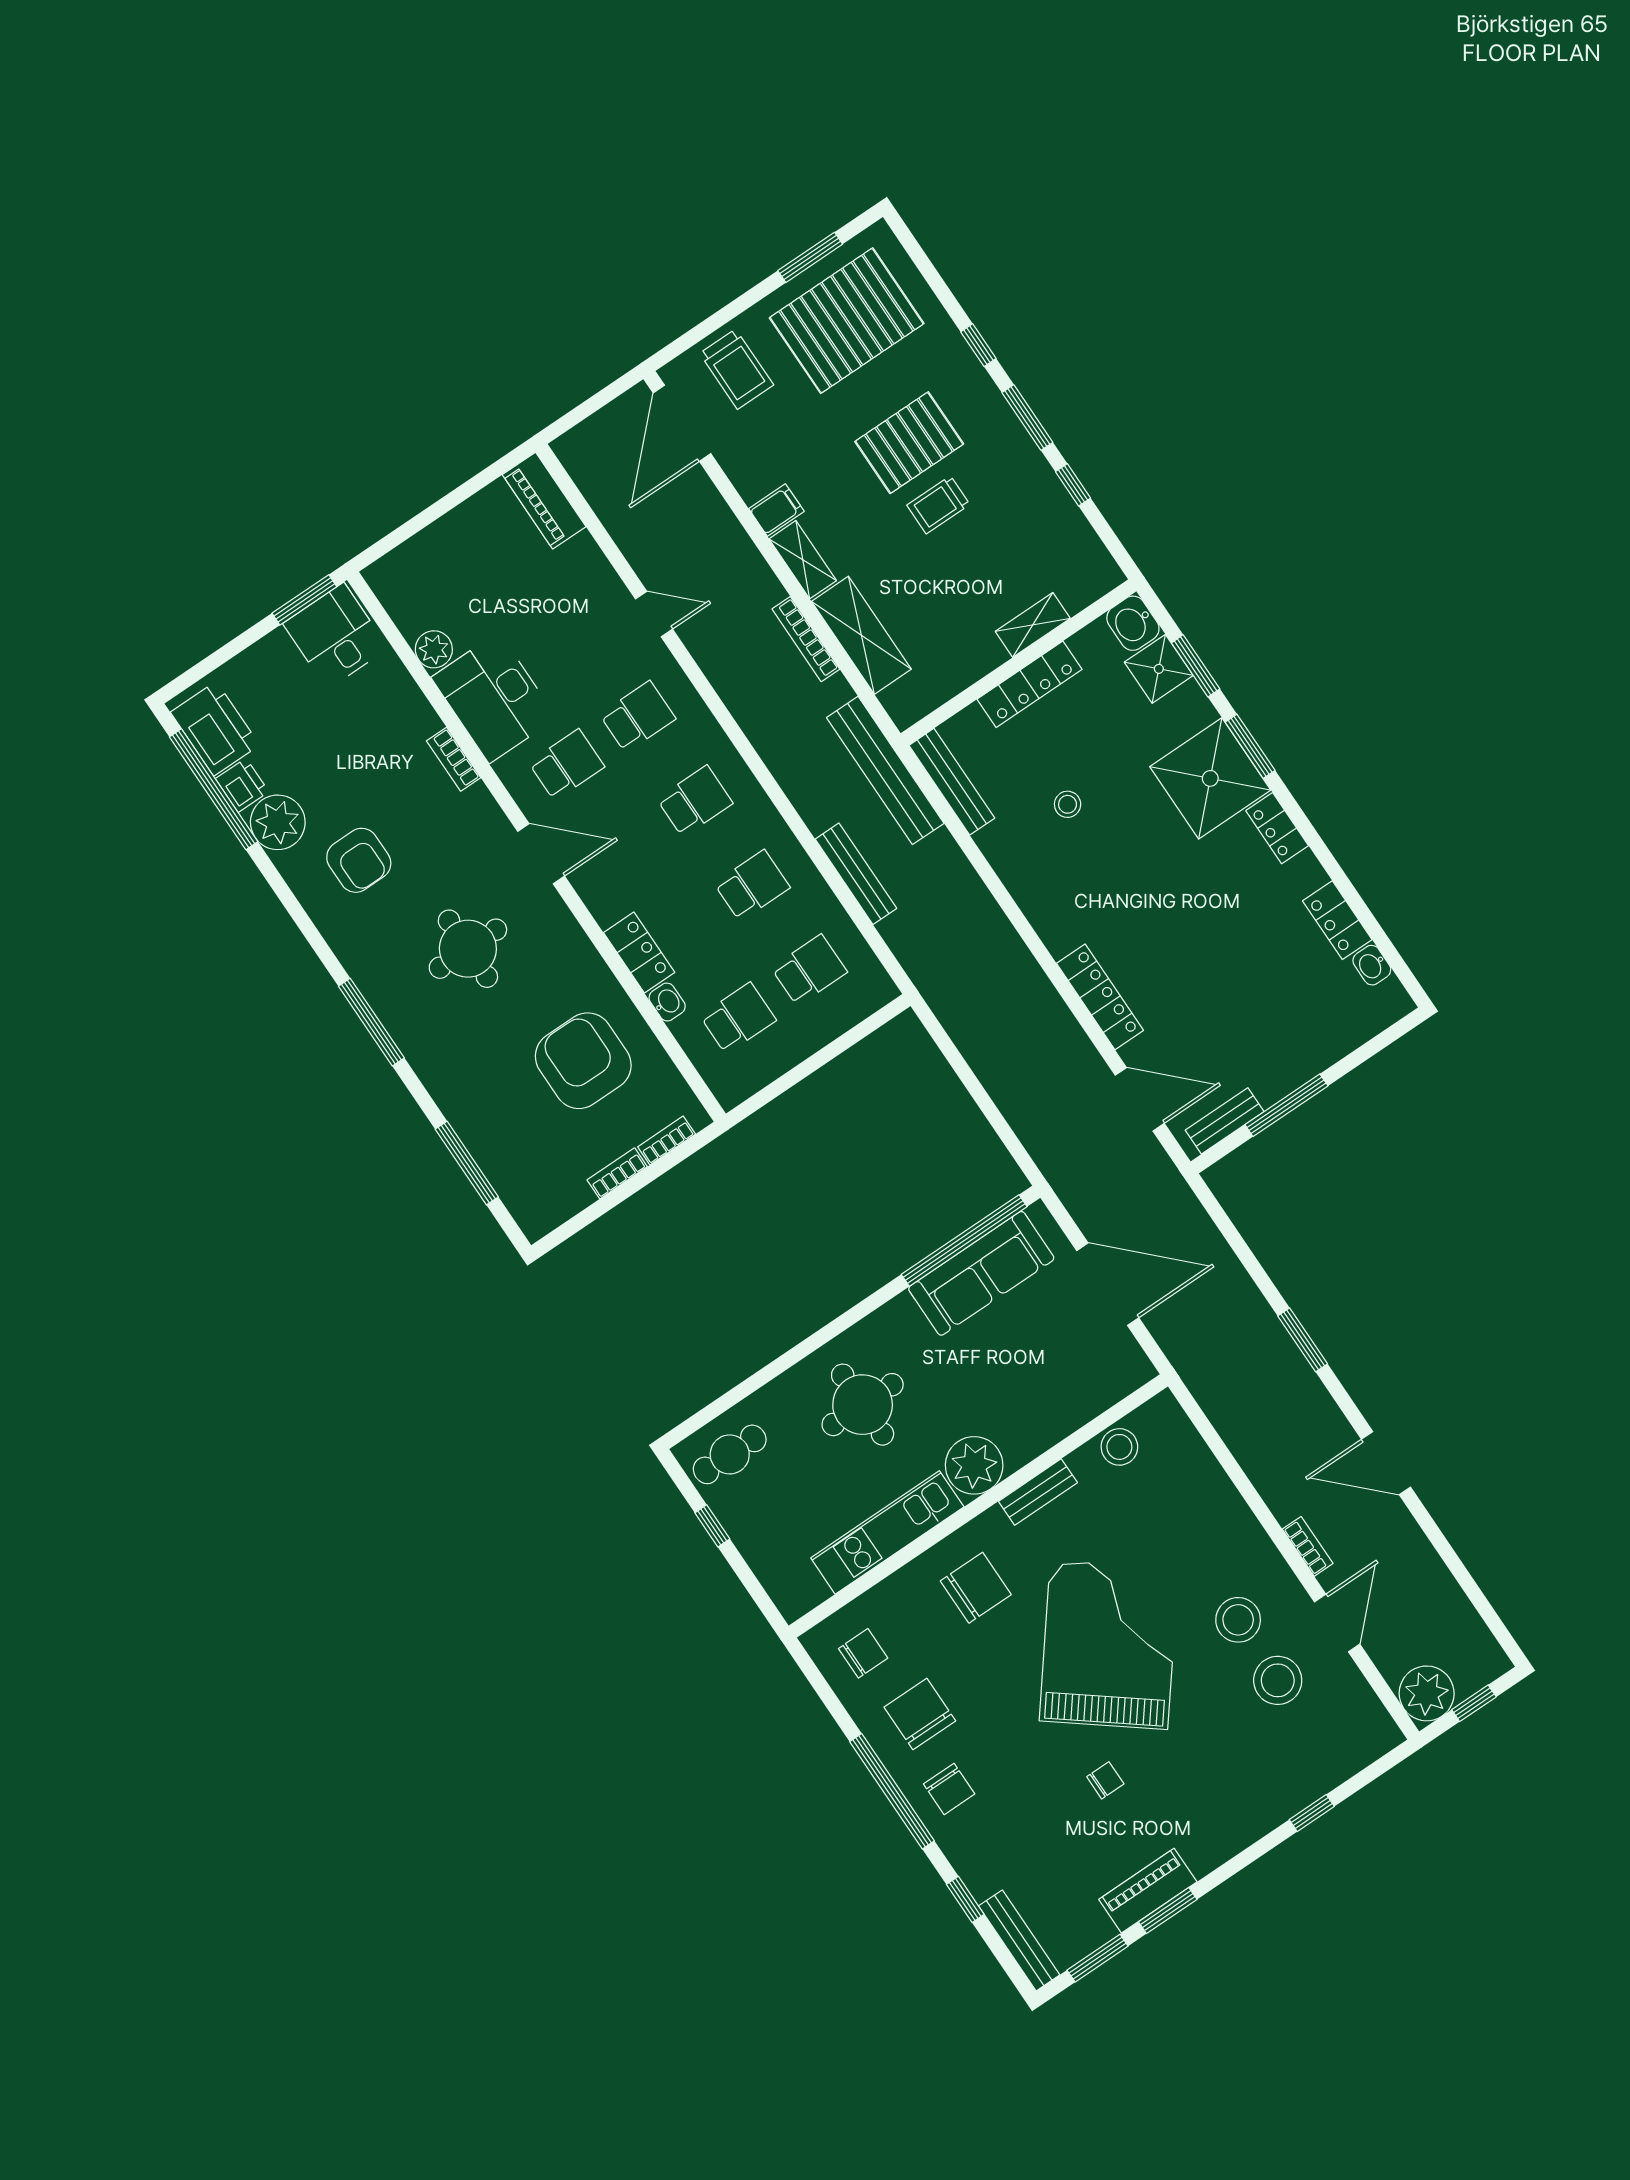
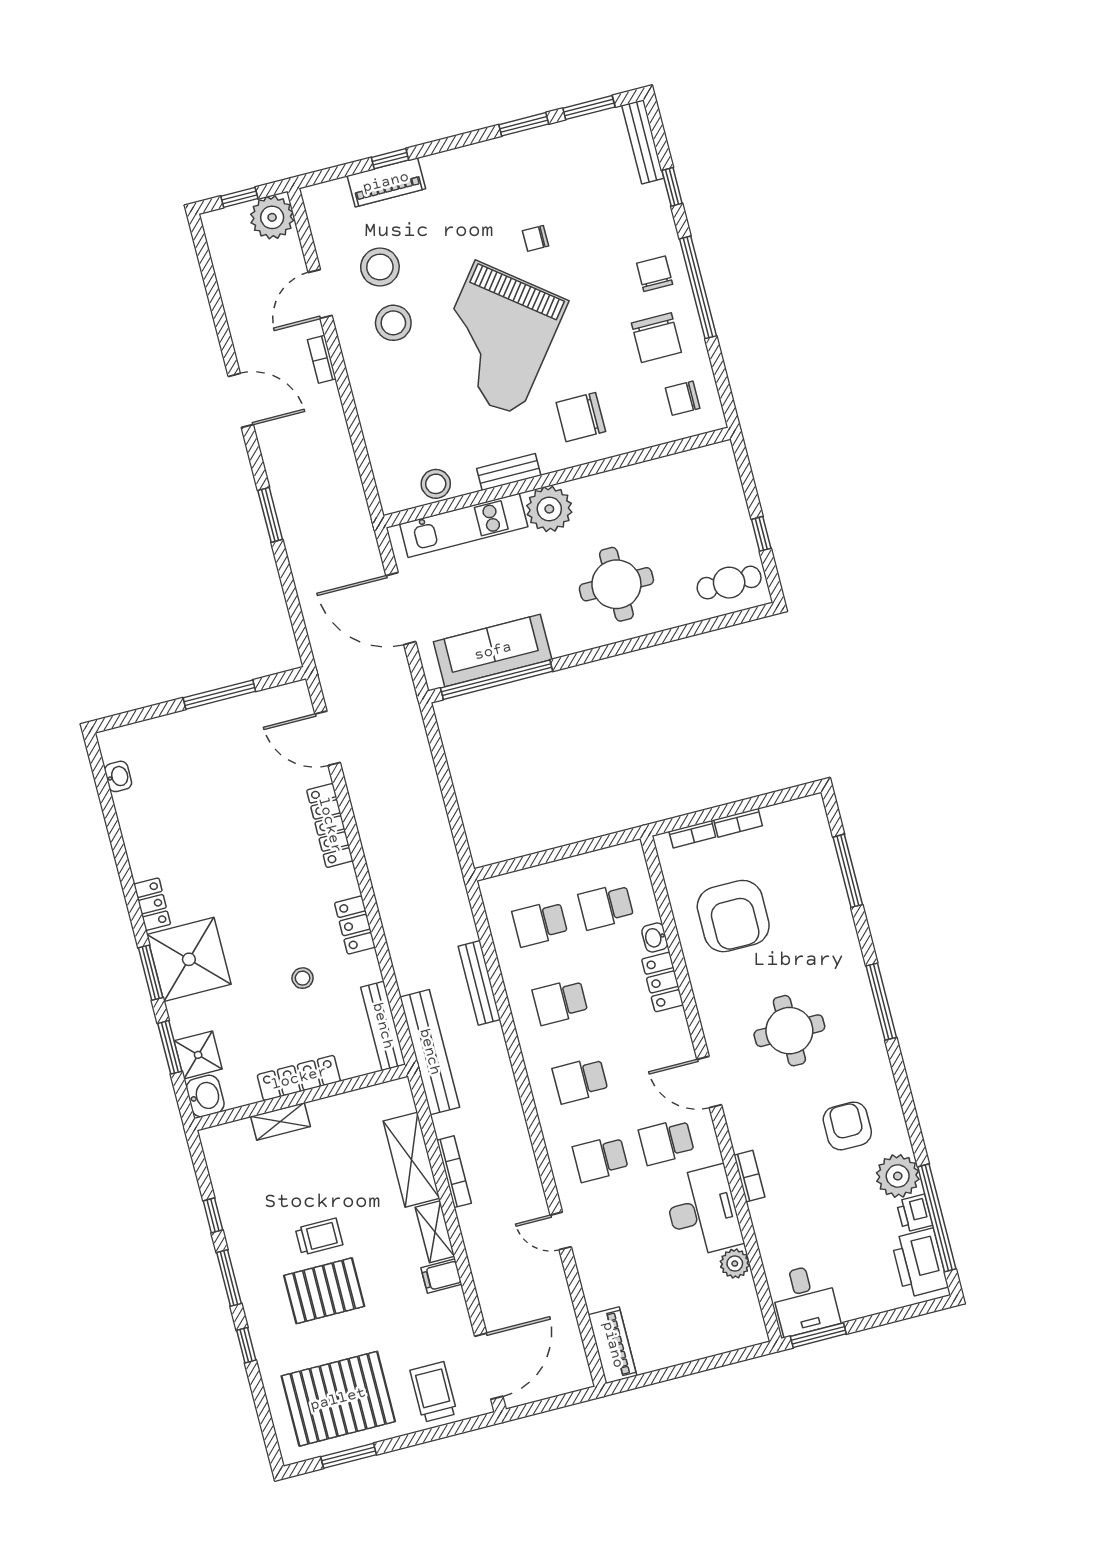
locker: (1337, 920) -> (355, 925), moved, turned 180
bench: (1225, 1121) -> (270, 699), removed
kitchen unit: (887, 1532) -> (464, 525), moved
piano: (1148, 1891) -> (386, 182), moved

